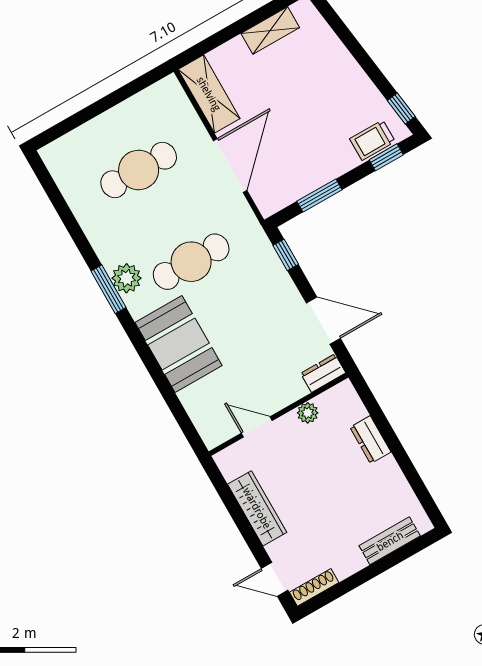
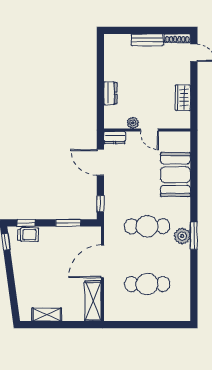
booth: (179, 344) -> (175, 175), moved
door: (257, 427) -> (149, 130), moved
wardrobe: (257, 508) -> (183, 98), width x0.67
bench: (390, 541) -> (147, 40), moved

